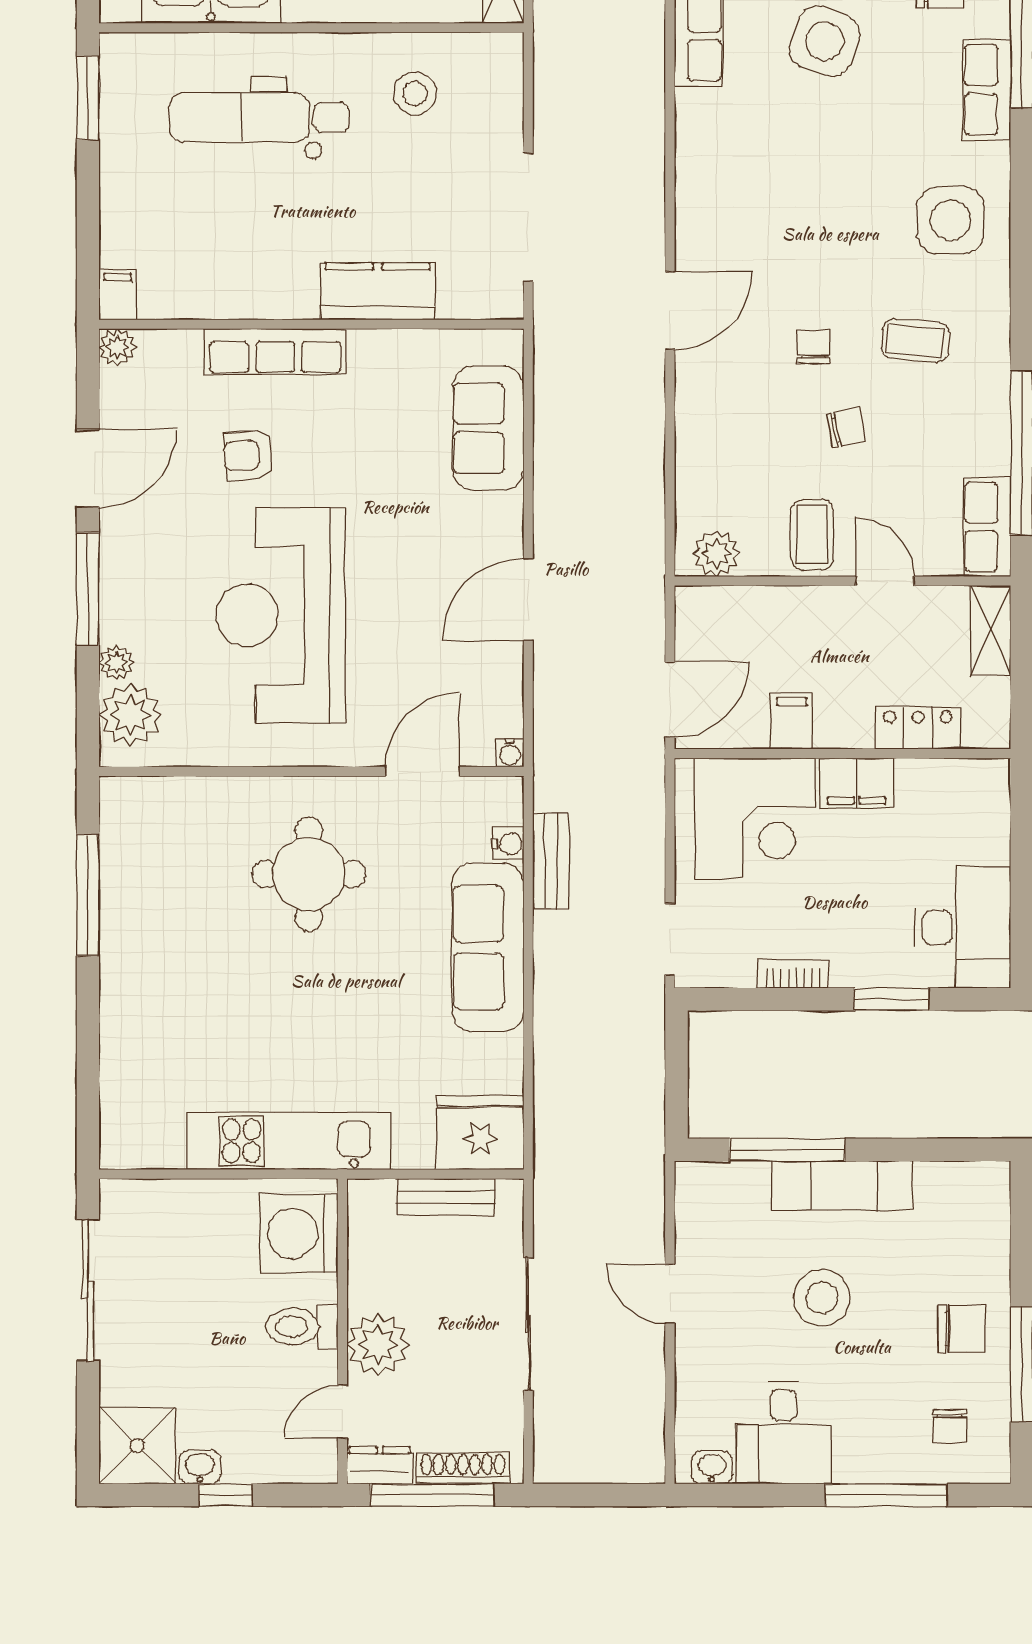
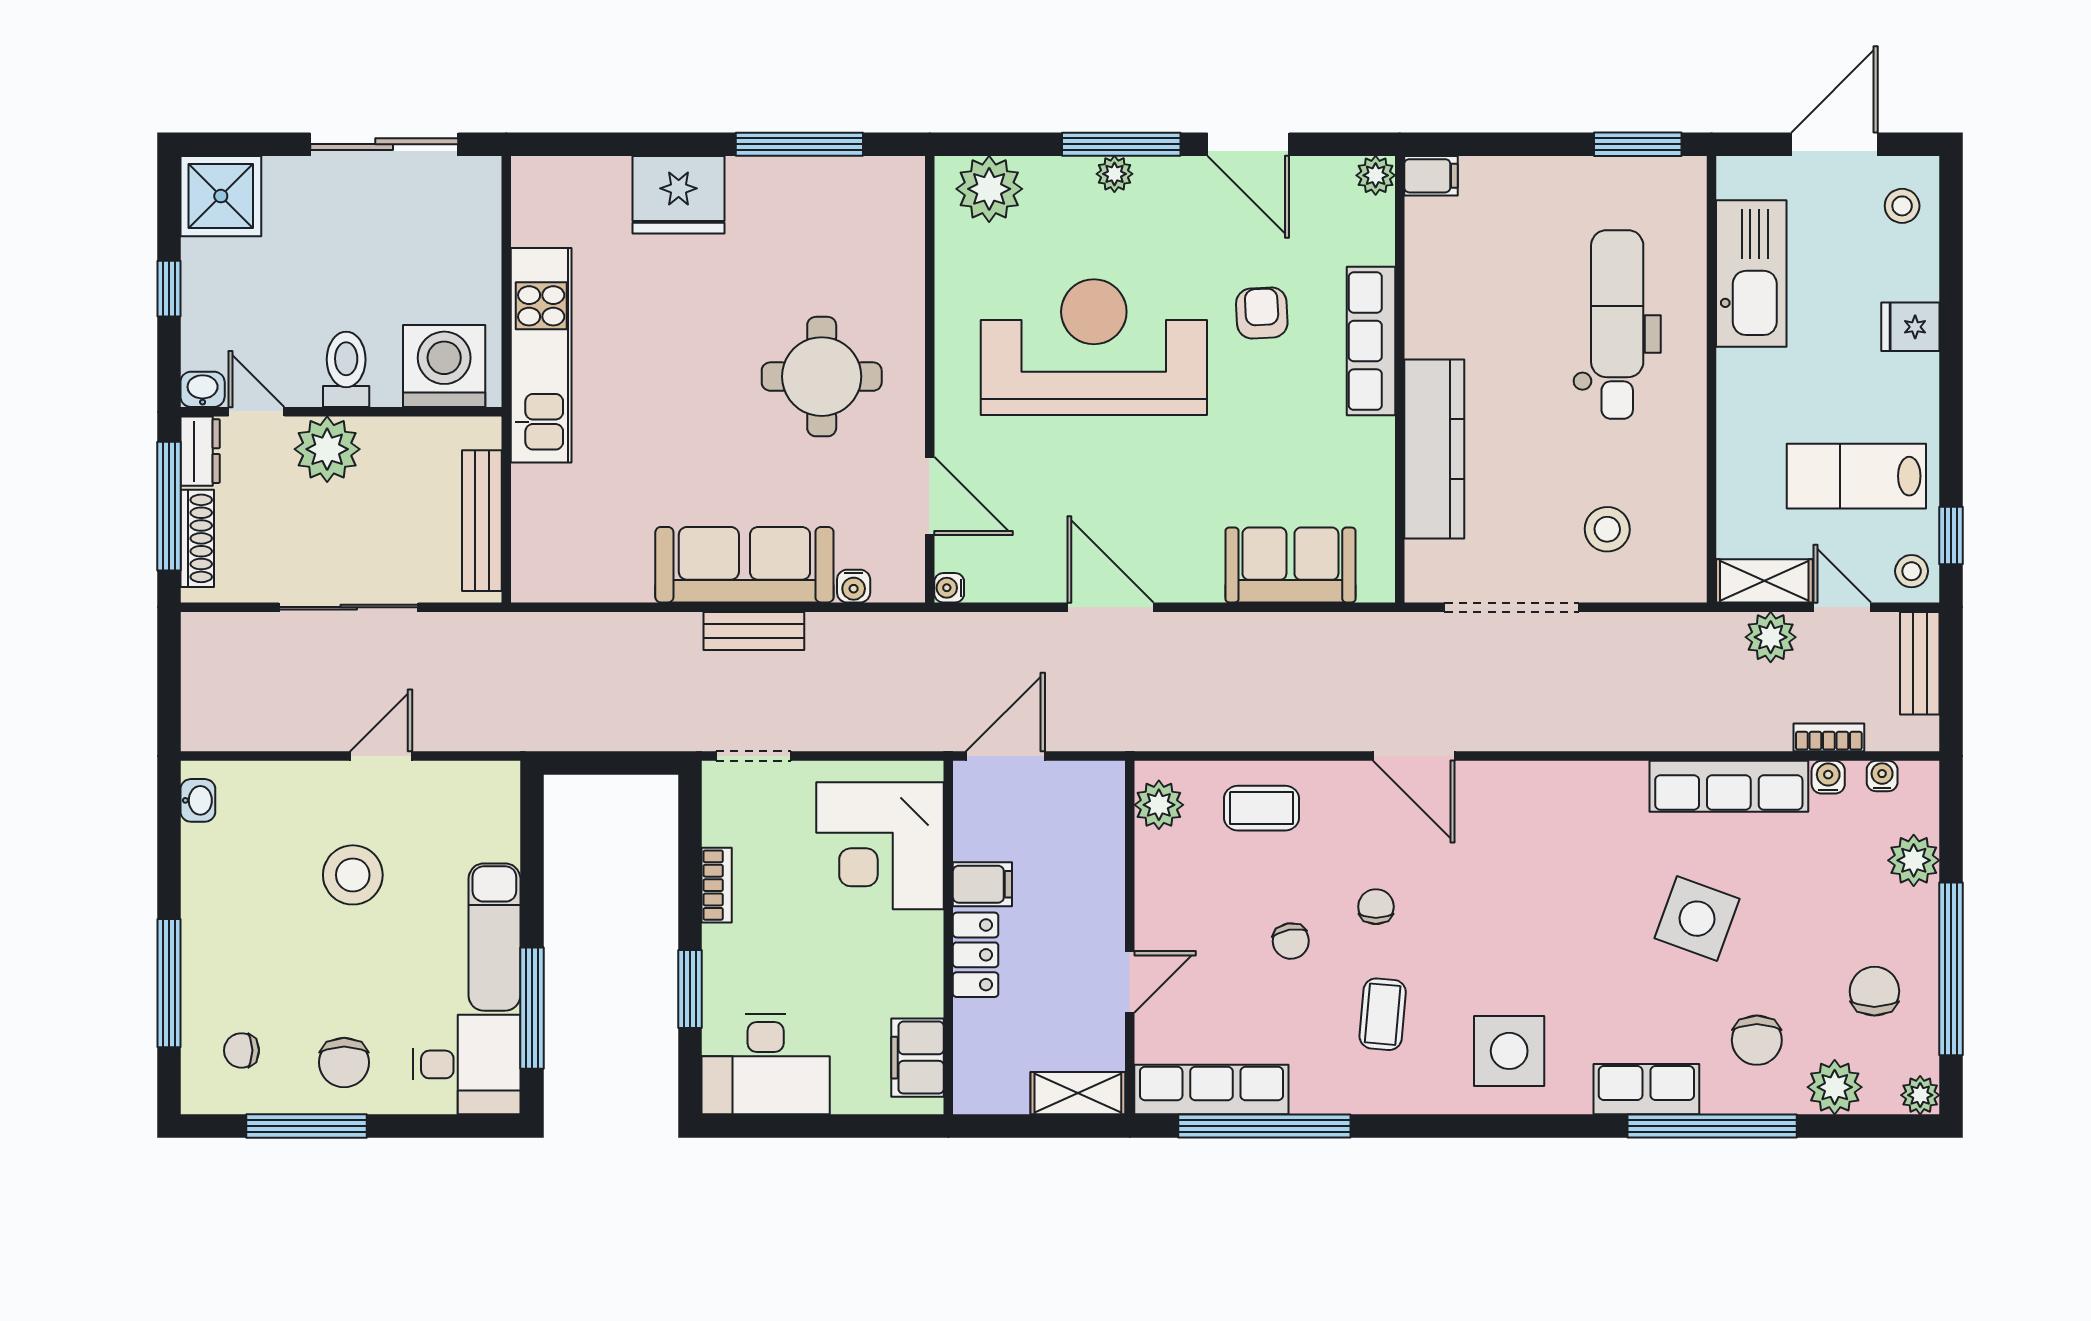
stool: (415, 93) -> (1607, 529), moved
kitchen counter: (378, 291) -> (1434, 449), width x1.50
chair: (813, 347) -> (1376, 907), turned -90
row of seats: (987, 527) -> (1211, 1089), width x1.48
coffee table: (812, 535) -> (1261, 808), moved
plant: (116, 663) -> (1114, 174), moved
door: (670, 699) -> (1005, 756), swing flipped
locker: (918, 728) -> (976, 955), moved
filing cabinet: (857, 783) -> (917, 1058), moved
bench: (551, 861) -> (754, 631), moved
fridge: (480, 1133) -> (679, 195), moved, turned 90
window: (787, 1150) -> (532, 1008), moved
bench: (446, 1197) -> (482, 521), width x1.36
stool: (822, 1298) -> (353, 875), moved
desk: (783, 1433) -> (466, 1064), moved, turned 180
washbasin: (200, 1467) -> (203, 389), moved, turned -90

